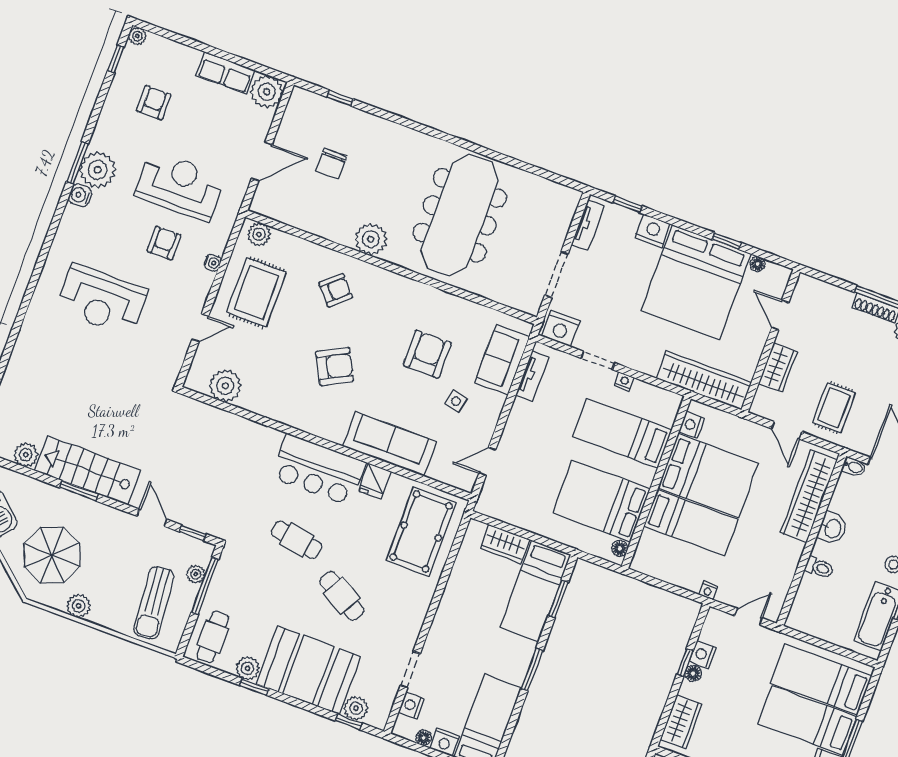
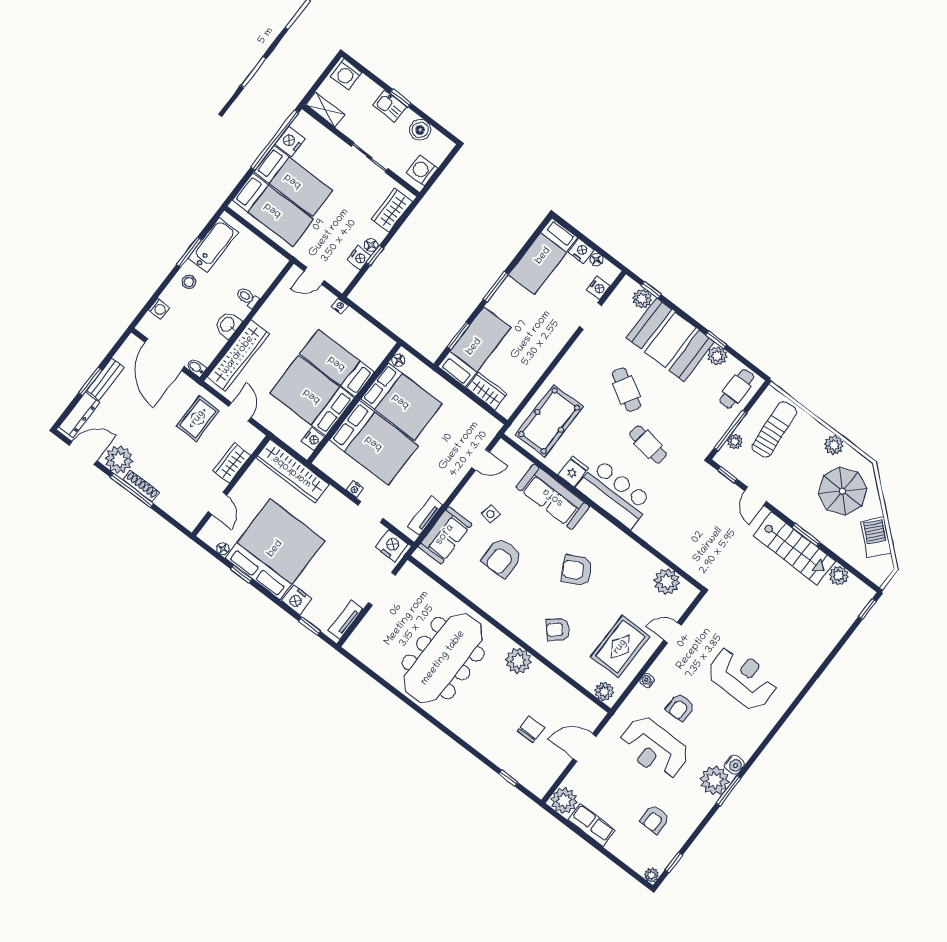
bed: (622, 433) -> (374, 443), width x1.50

